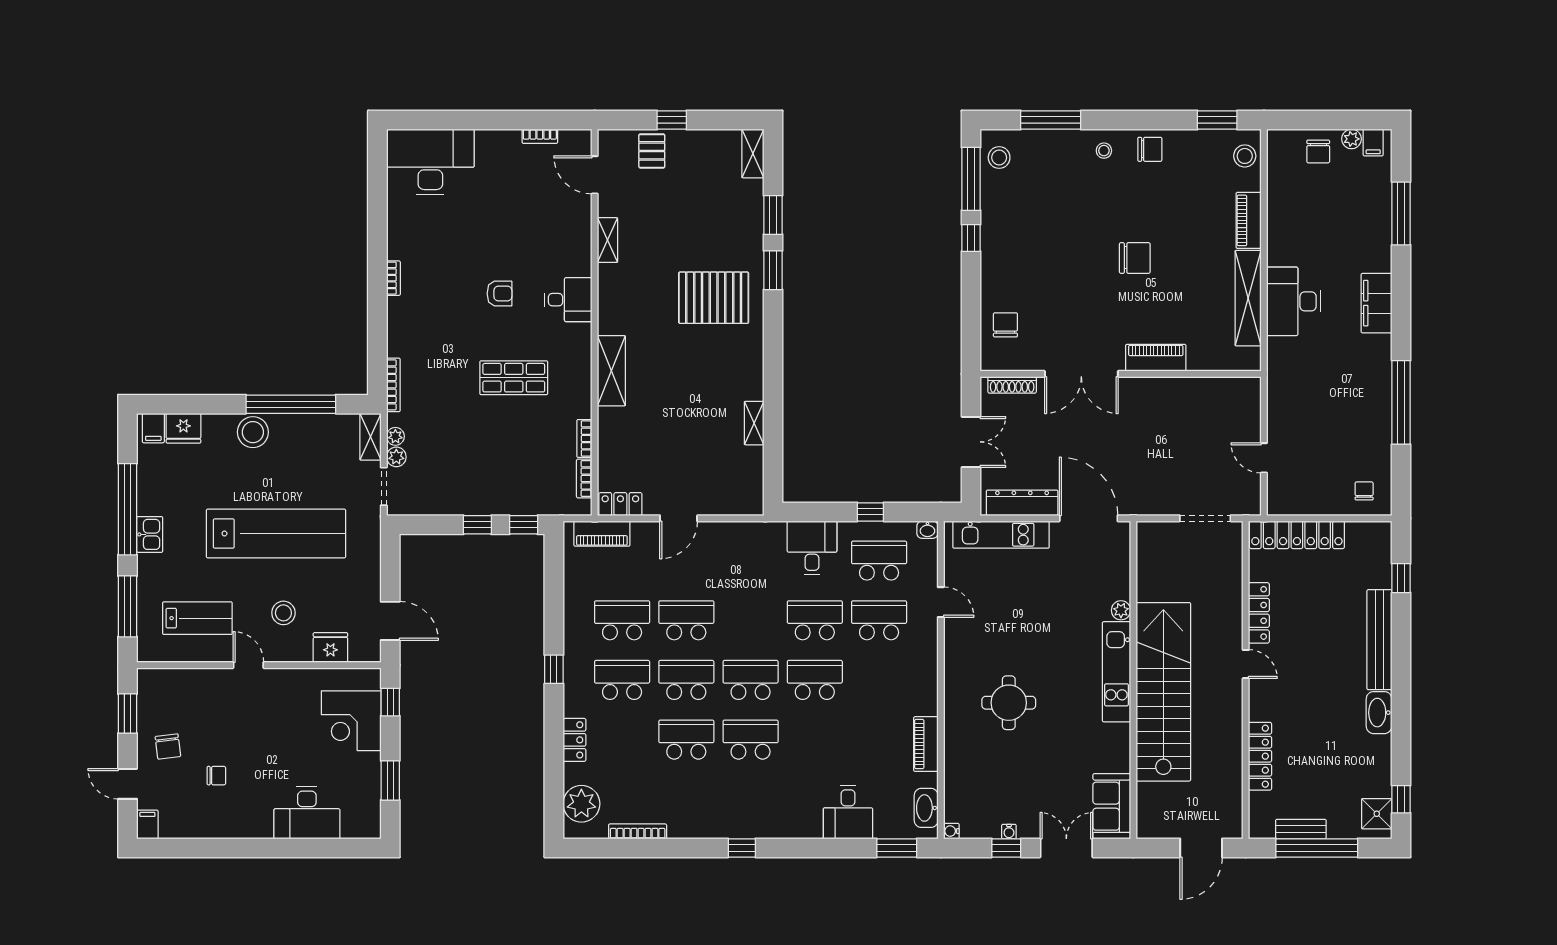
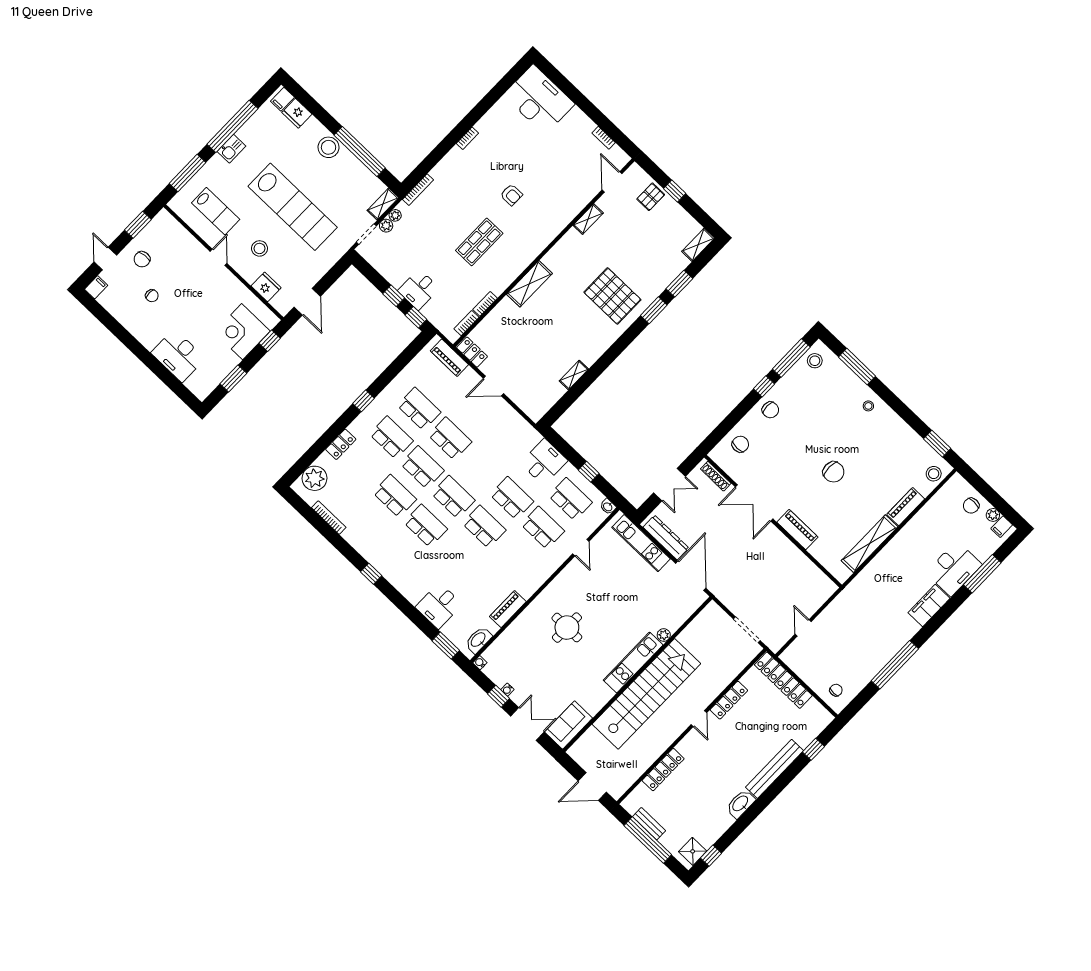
chair: (1150, 149) -> (770, 410), moved
desk: (568, 300) -> (419, 290), moved, turned 90
desk: (1294, 301) -> (954, 569), moved, turned 180
shop shelf: (514, 378) -> (479, 242), turned 90

